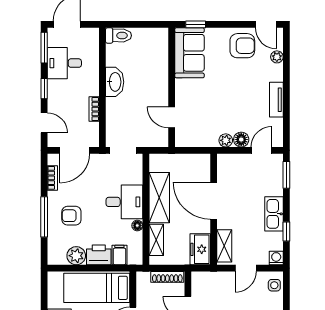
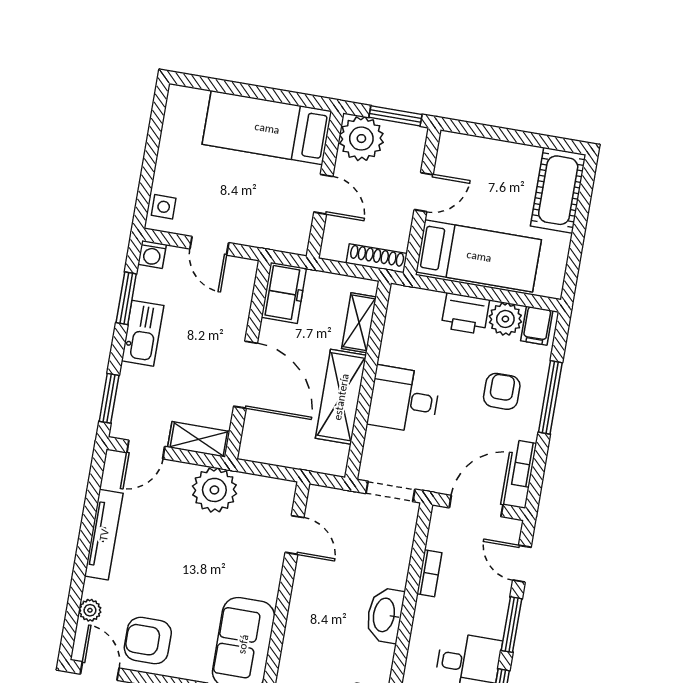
window: (44, 89) -> (511, 625), width x1.50
tv unit: (276, 100) -> (104, 535), width x1.41
plant: (226, 140) -> (214, 490), width x1.88, depth x1.88
floor lamp: (241, 140) -> (178, 475), removed
armchair: (71, 216) -> (502, 391), turned -90
floor lamp: (137, 225) -> (388, 354), removed
window: (286, 232) -> (126, 298), width x1.50
shelving: (224, 246) -> (199, 439), moved, turned 90
filing cabinet: (119, 255) -> (537, 326), moved
door: (246, 268) -> (209, 246), swing flipped
shoe rack: (167, 277) -> (377, 258), moved

